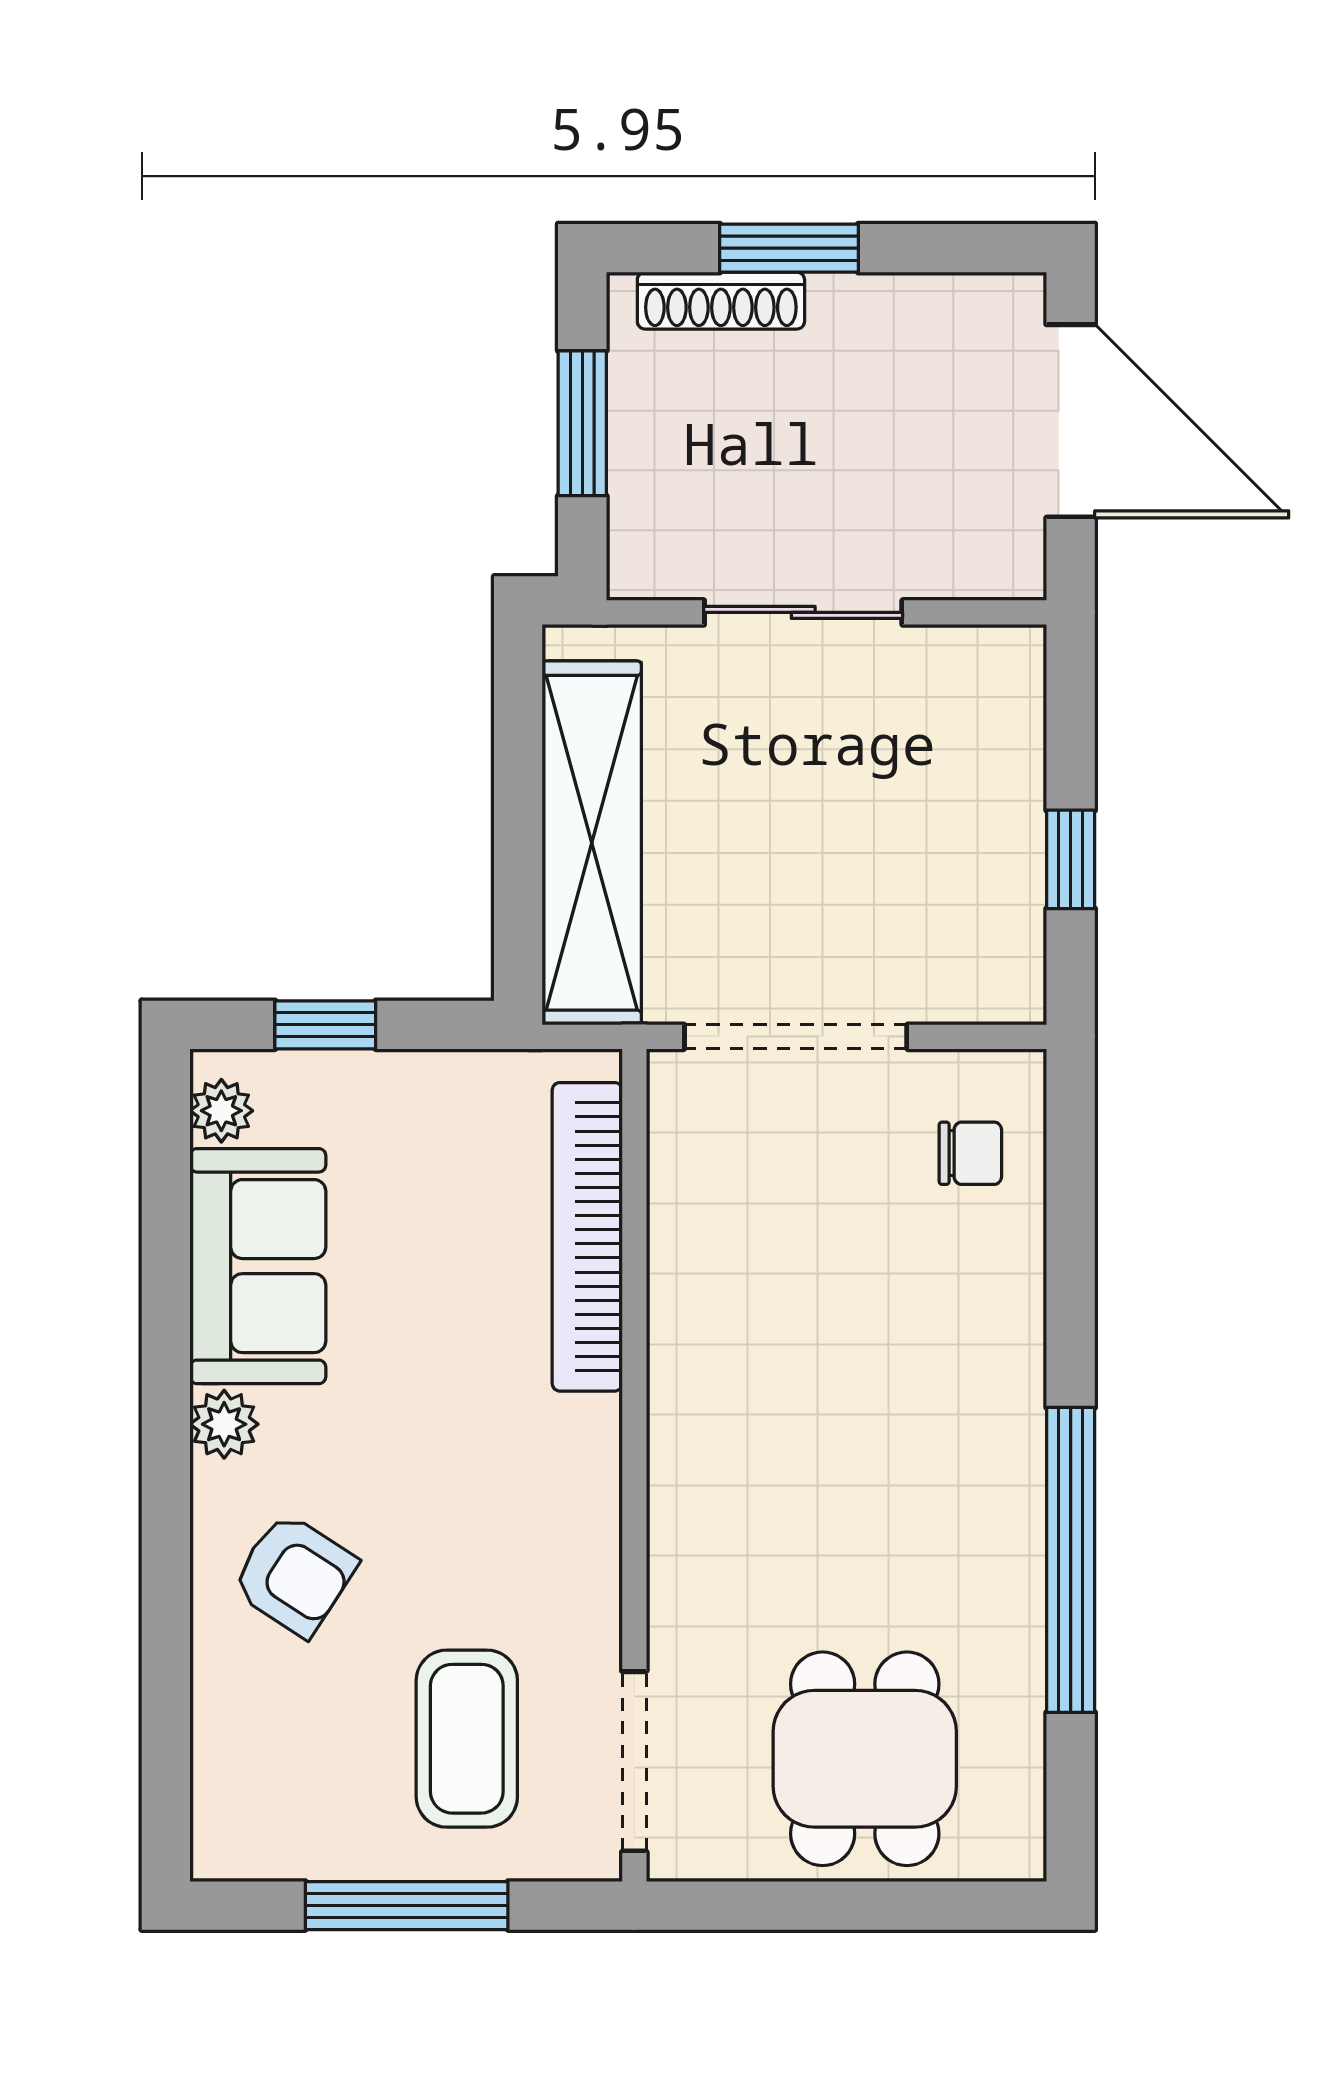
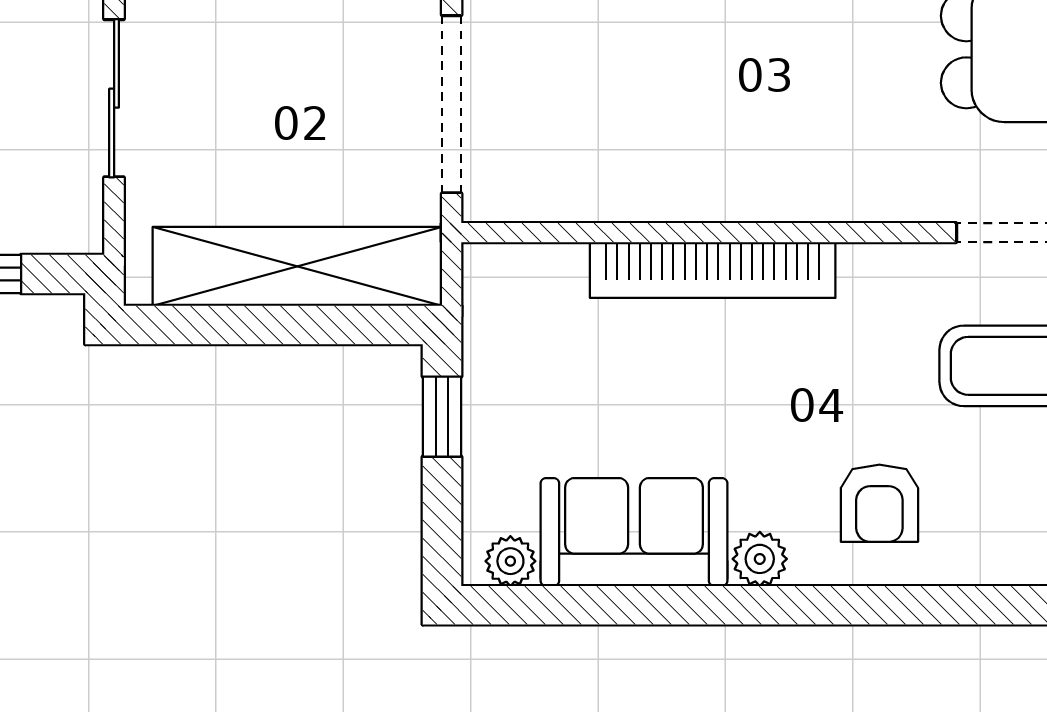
window: (325, 1025) -> (442, 417), moved
bookcase: (587, 1237) -> (713, 270), moved
armchair: (294, 1575) -> (879, 503), turned 147

